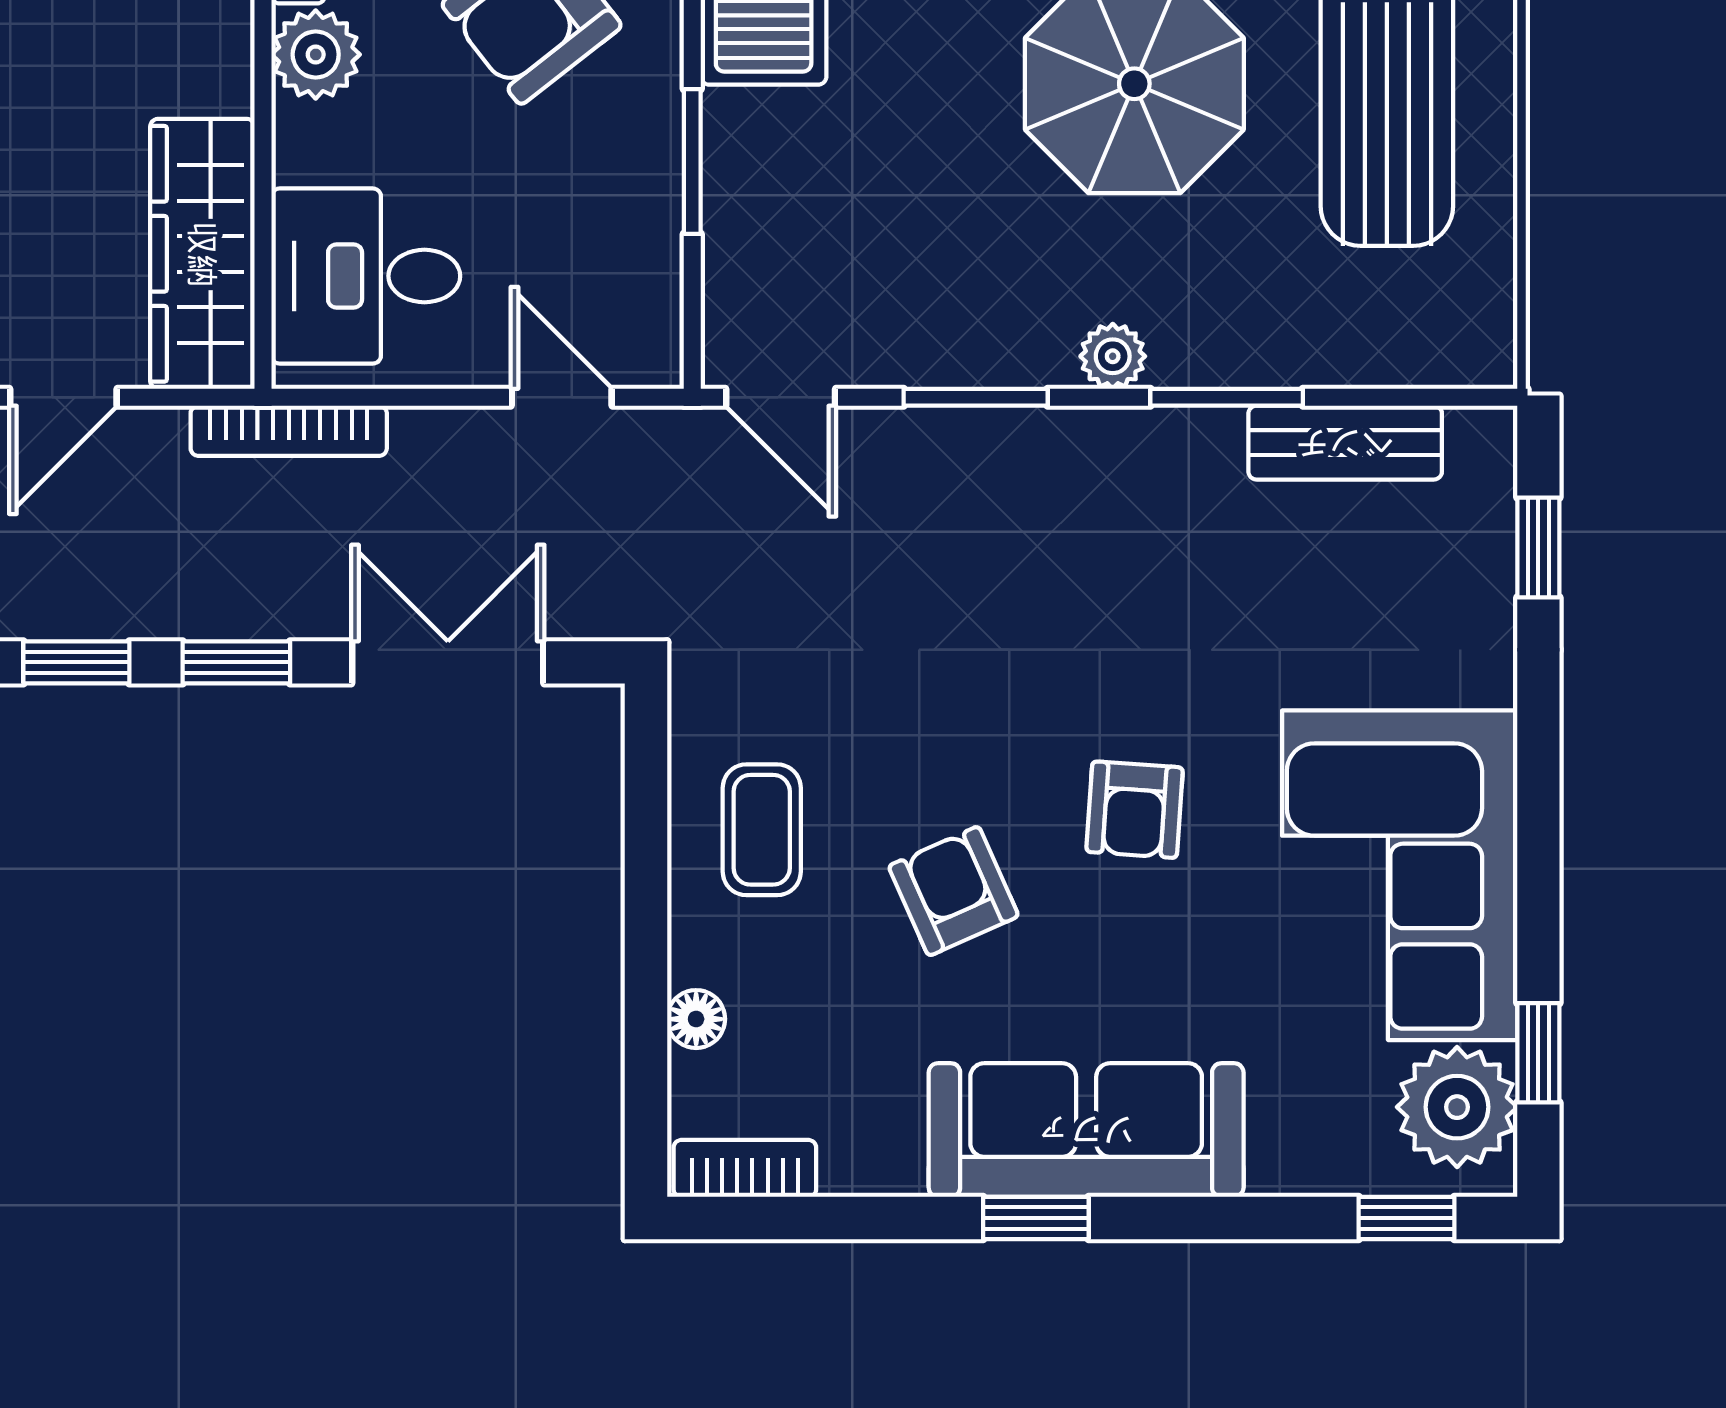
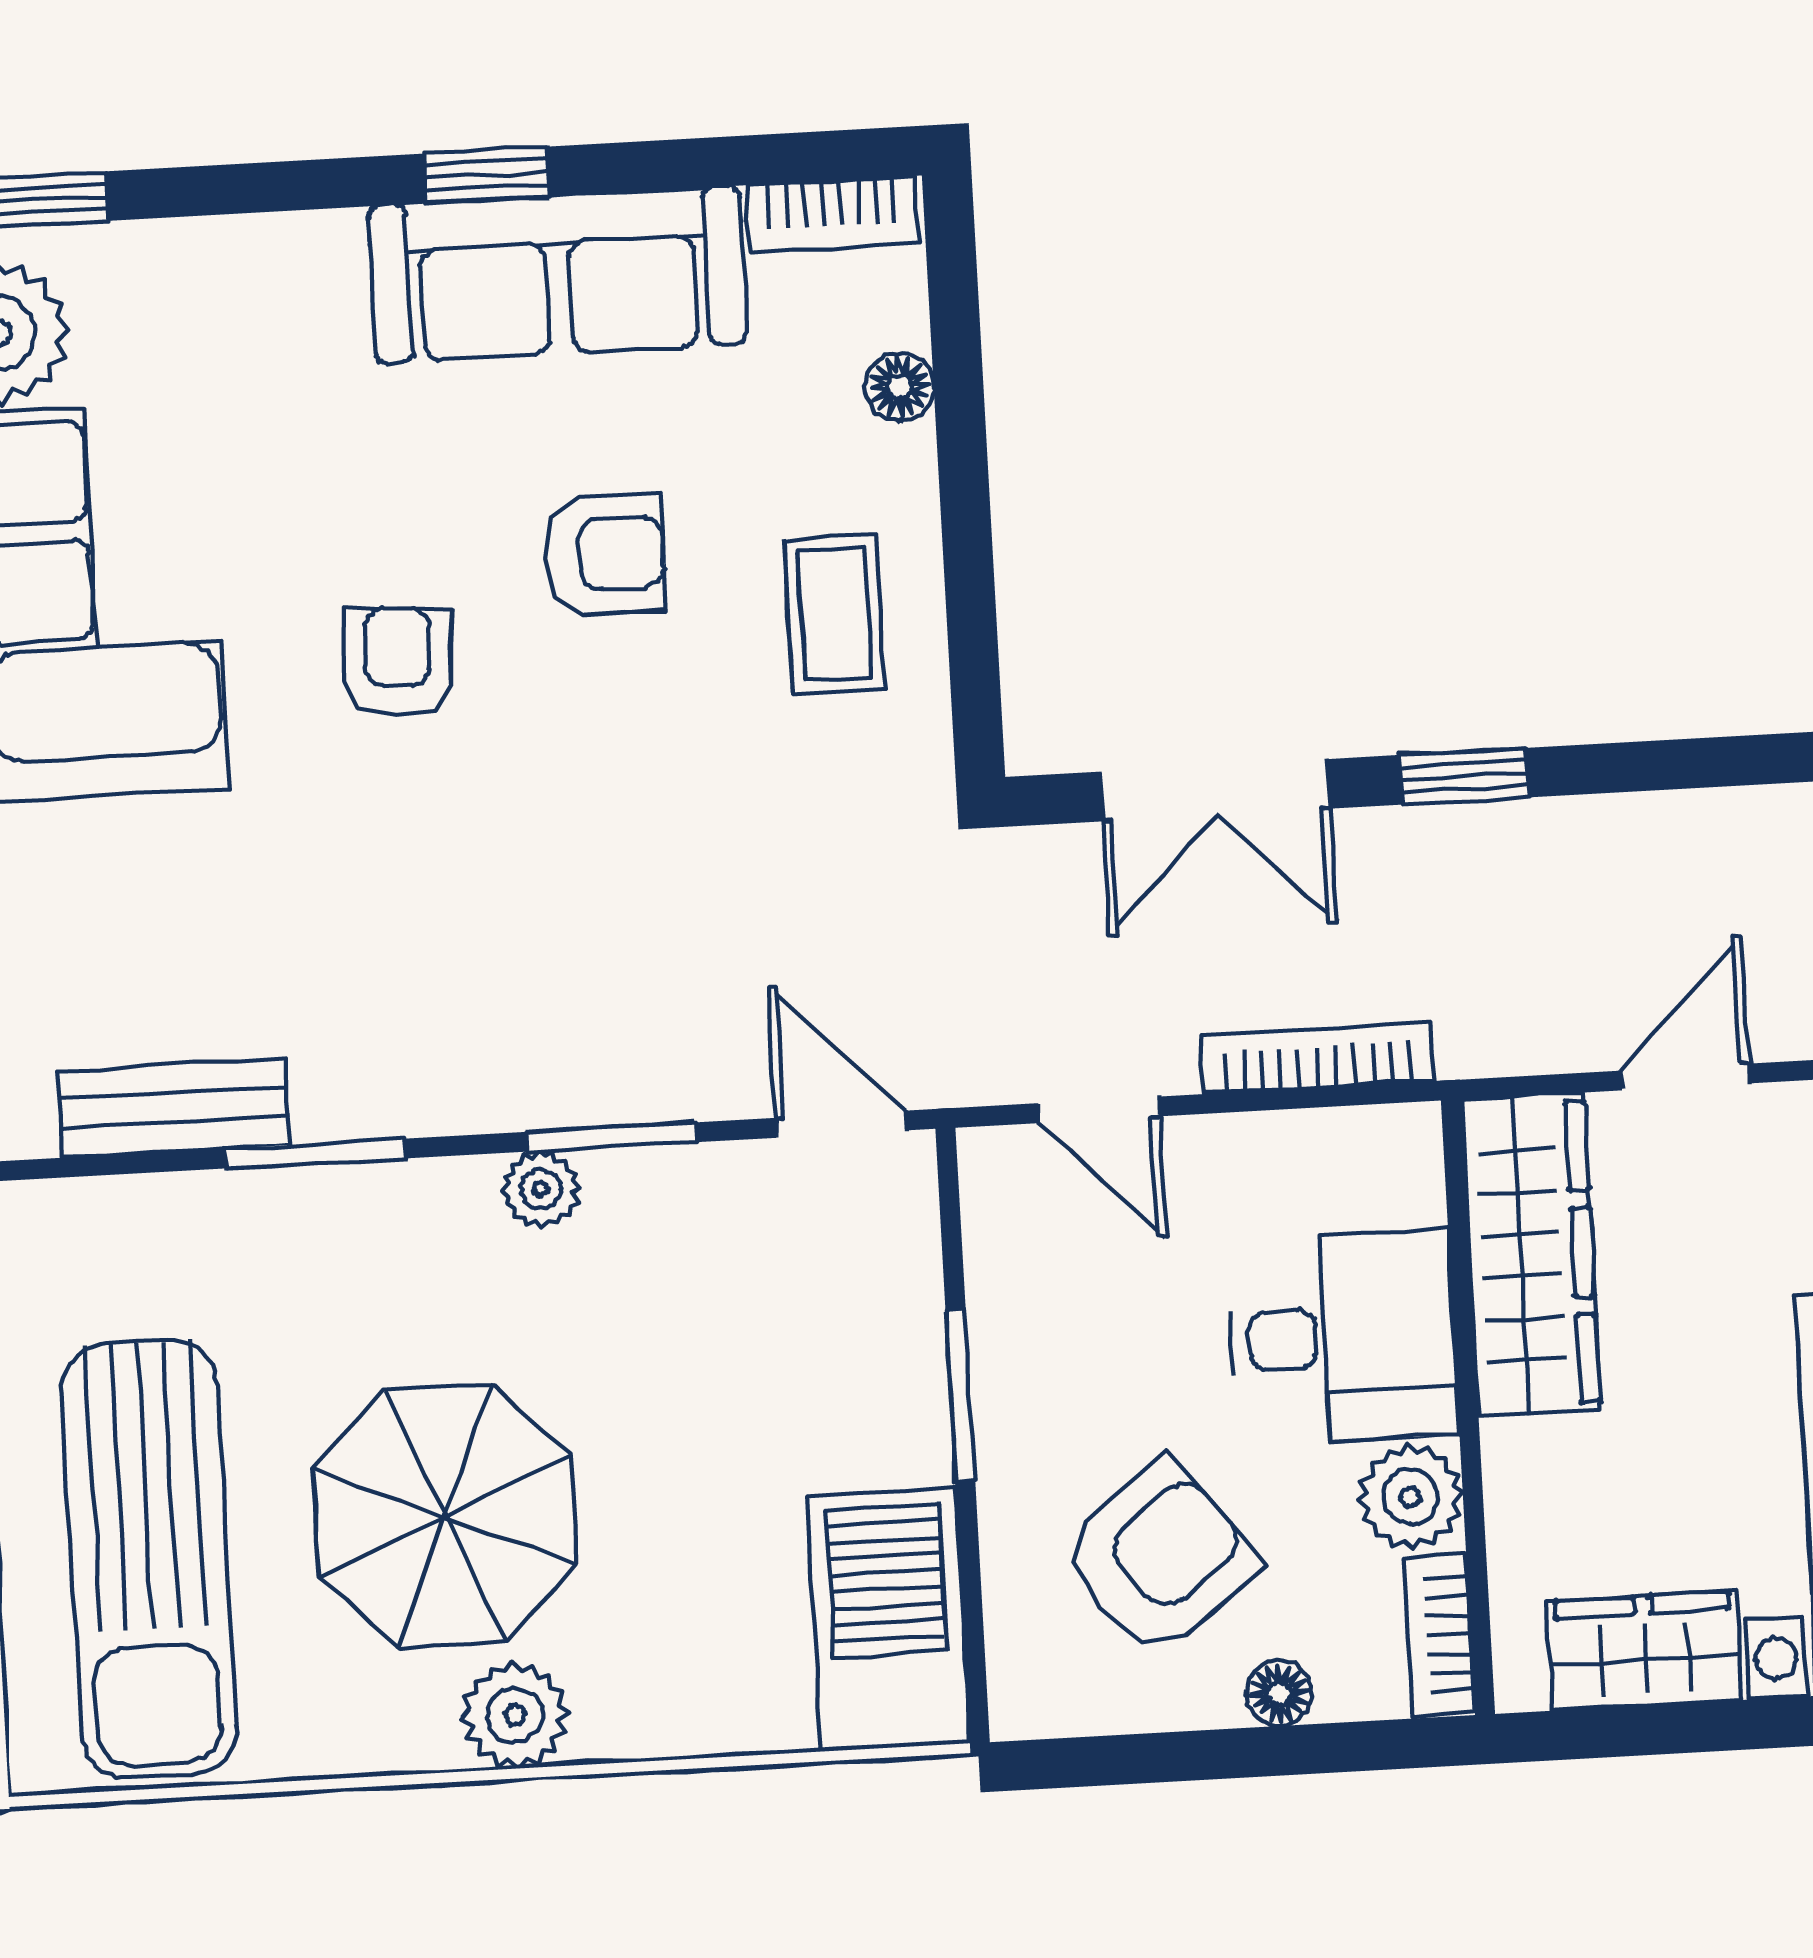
desk: (366, 276) -> (1343, 1337), moved
plant: (1113, 356) -> (541, 1189), moved
bookcase: (289, 431) -> (1317, 1058), moved
window: (76, 662) -> (1652, 766), removed
armchair: (954, 891) -> (605, 554), turned -66
sofa: (1086, 1130) -> (558, 275), moved

